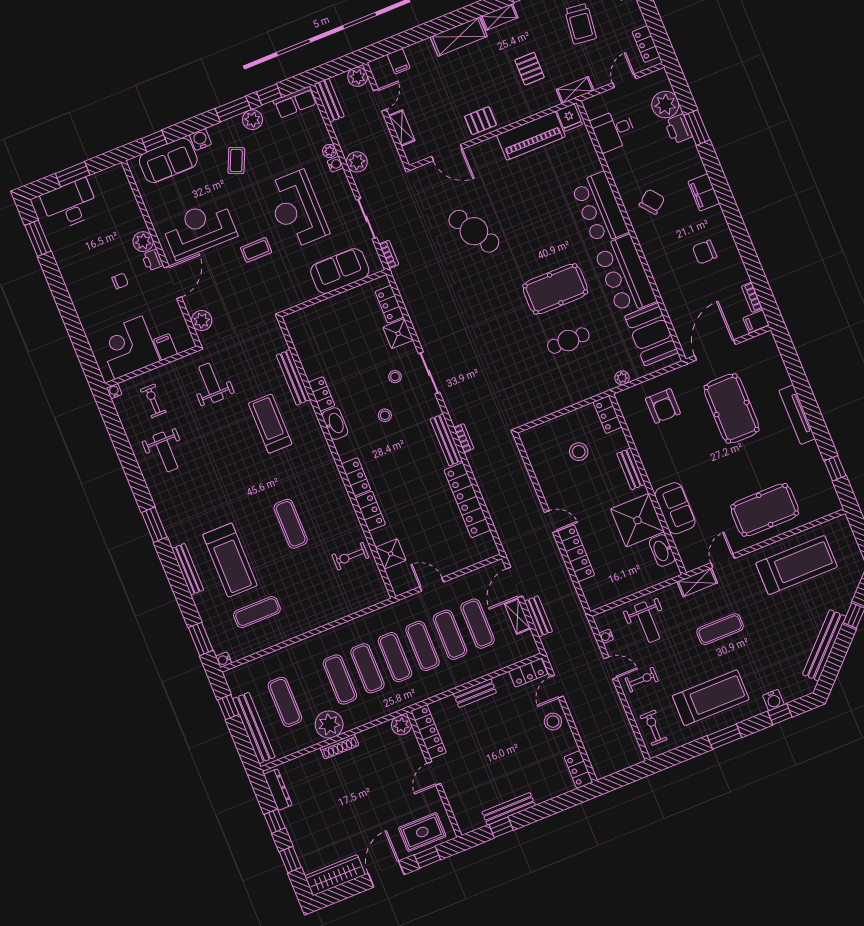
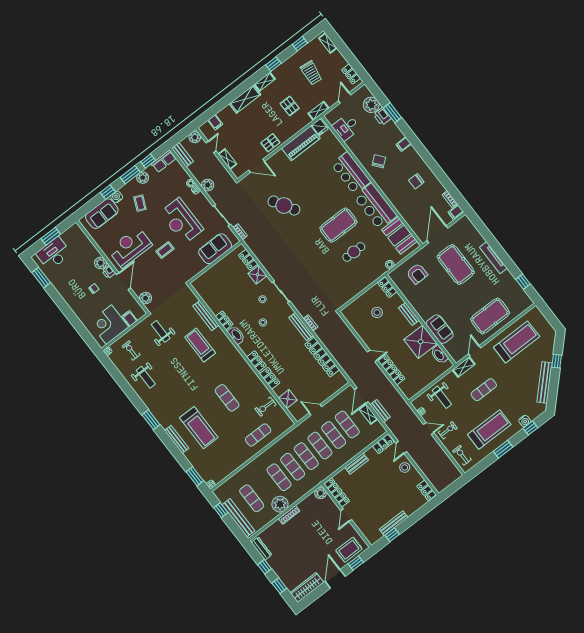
window: (154, 141) -> (108, 192), moved
filing cabinet: (704, 192) -> (404, 144), width x0.50
exercise mat: (257, 612) -> (258, 435), moved

